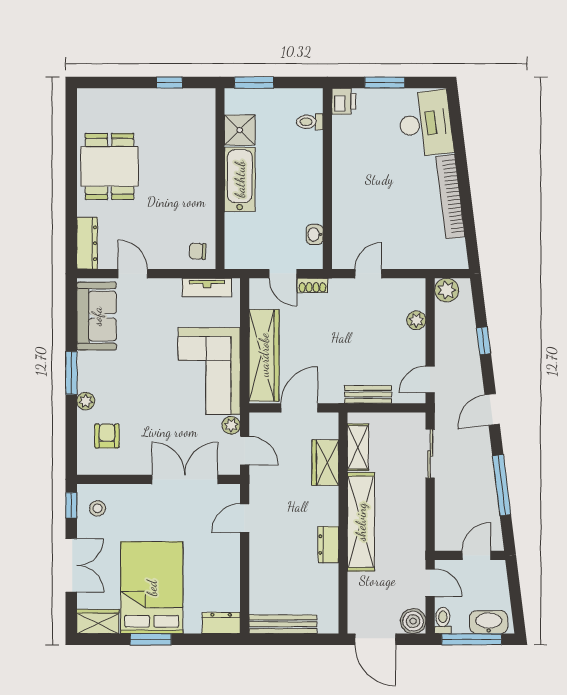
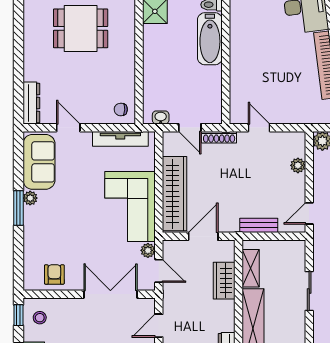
dining table: (110, 166) -> (81, 28), moved, turned 90
bathtub: (240, 179) -> (210, 39), moved, turned 180
washbasin: (315, 234) -> (161, 117), moved, turned 90
door: (368, 274) -> (259, 128), hinge flipped
shoe rack: (313, 285) -> (219, 137), width x1.43
tv unit: (207, 287) -> (120, 139), width x1.41
plant: (86, 401) -> (30, 198), moved
armchair: (107, 436) -> (54, 274), moved
sliding door: (430, 454) -> (309, 291), moved

